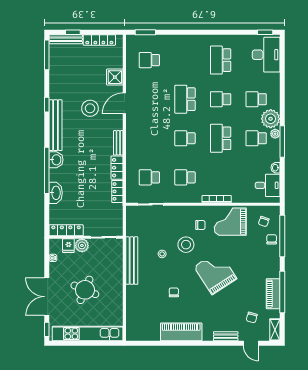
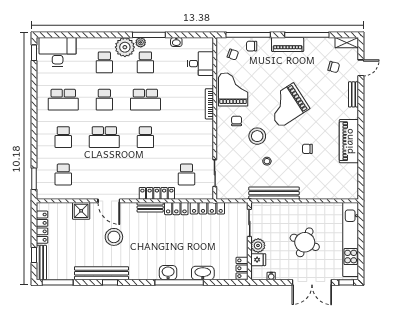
bench: (55, 125) -> (102, 273), moved
locker: (131, 149) -> (157, 193), added
school desk: (185, 177) -> (63, 137), moved
desk: (268, 185) -> (200, 64), moved, turned 90
locker: (117, 191) -> (207, 208), width x1.53
grand piano: (230, 222) -> (233, 89), turned 180
locker: (66, 230) -> (242, 268), width x0.66
piano: (273, 294) -> (288, 45), moved

